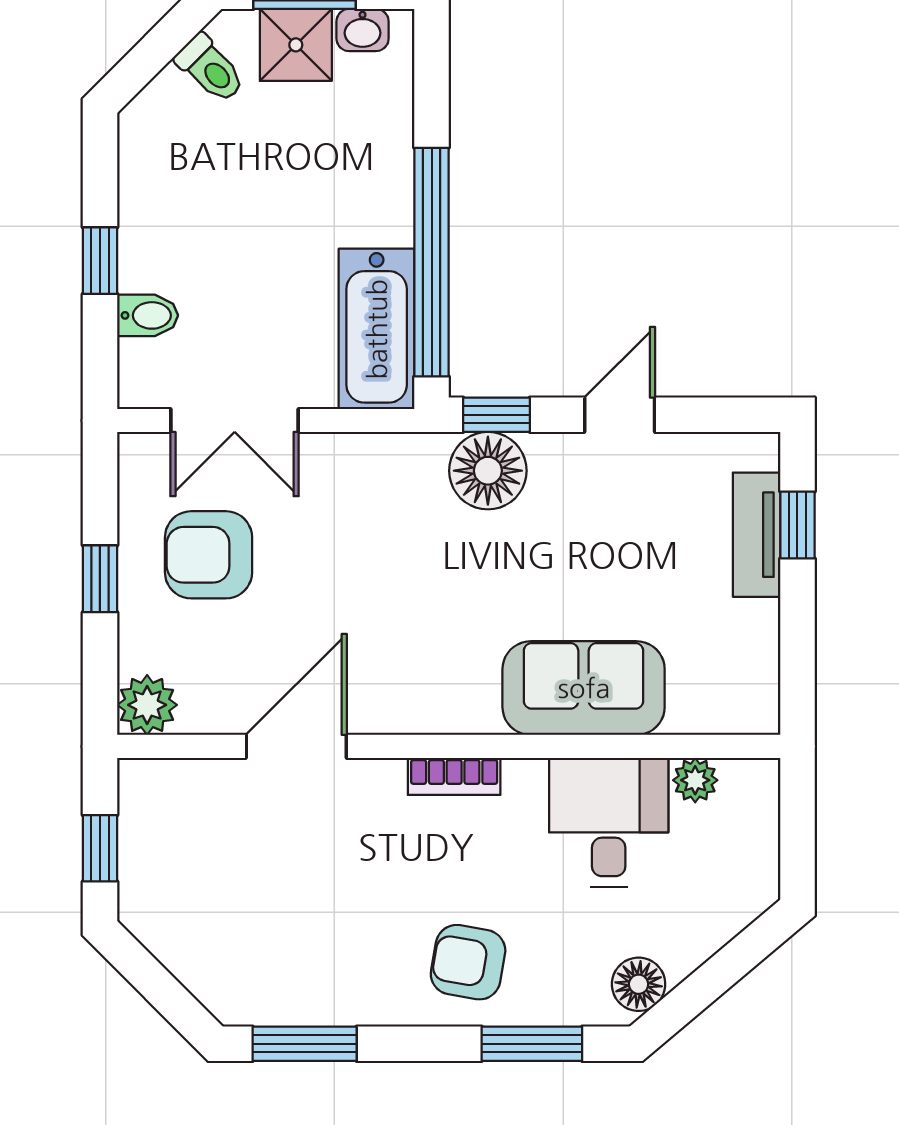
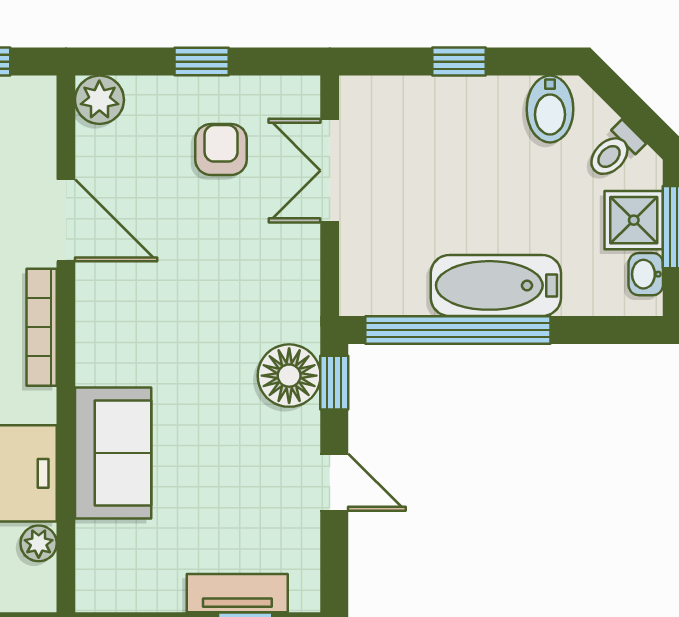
bidet: (148, 315) -> (550, 109), moved, width x1.38, depth x1.36
bathtub: (377, 329) -> (496, 285), moved
armchair: (209, 555) -> (221, 149), width x0.72, depth x0.72
bookcase: (454, 776) -> (42, 327), width x1.56

